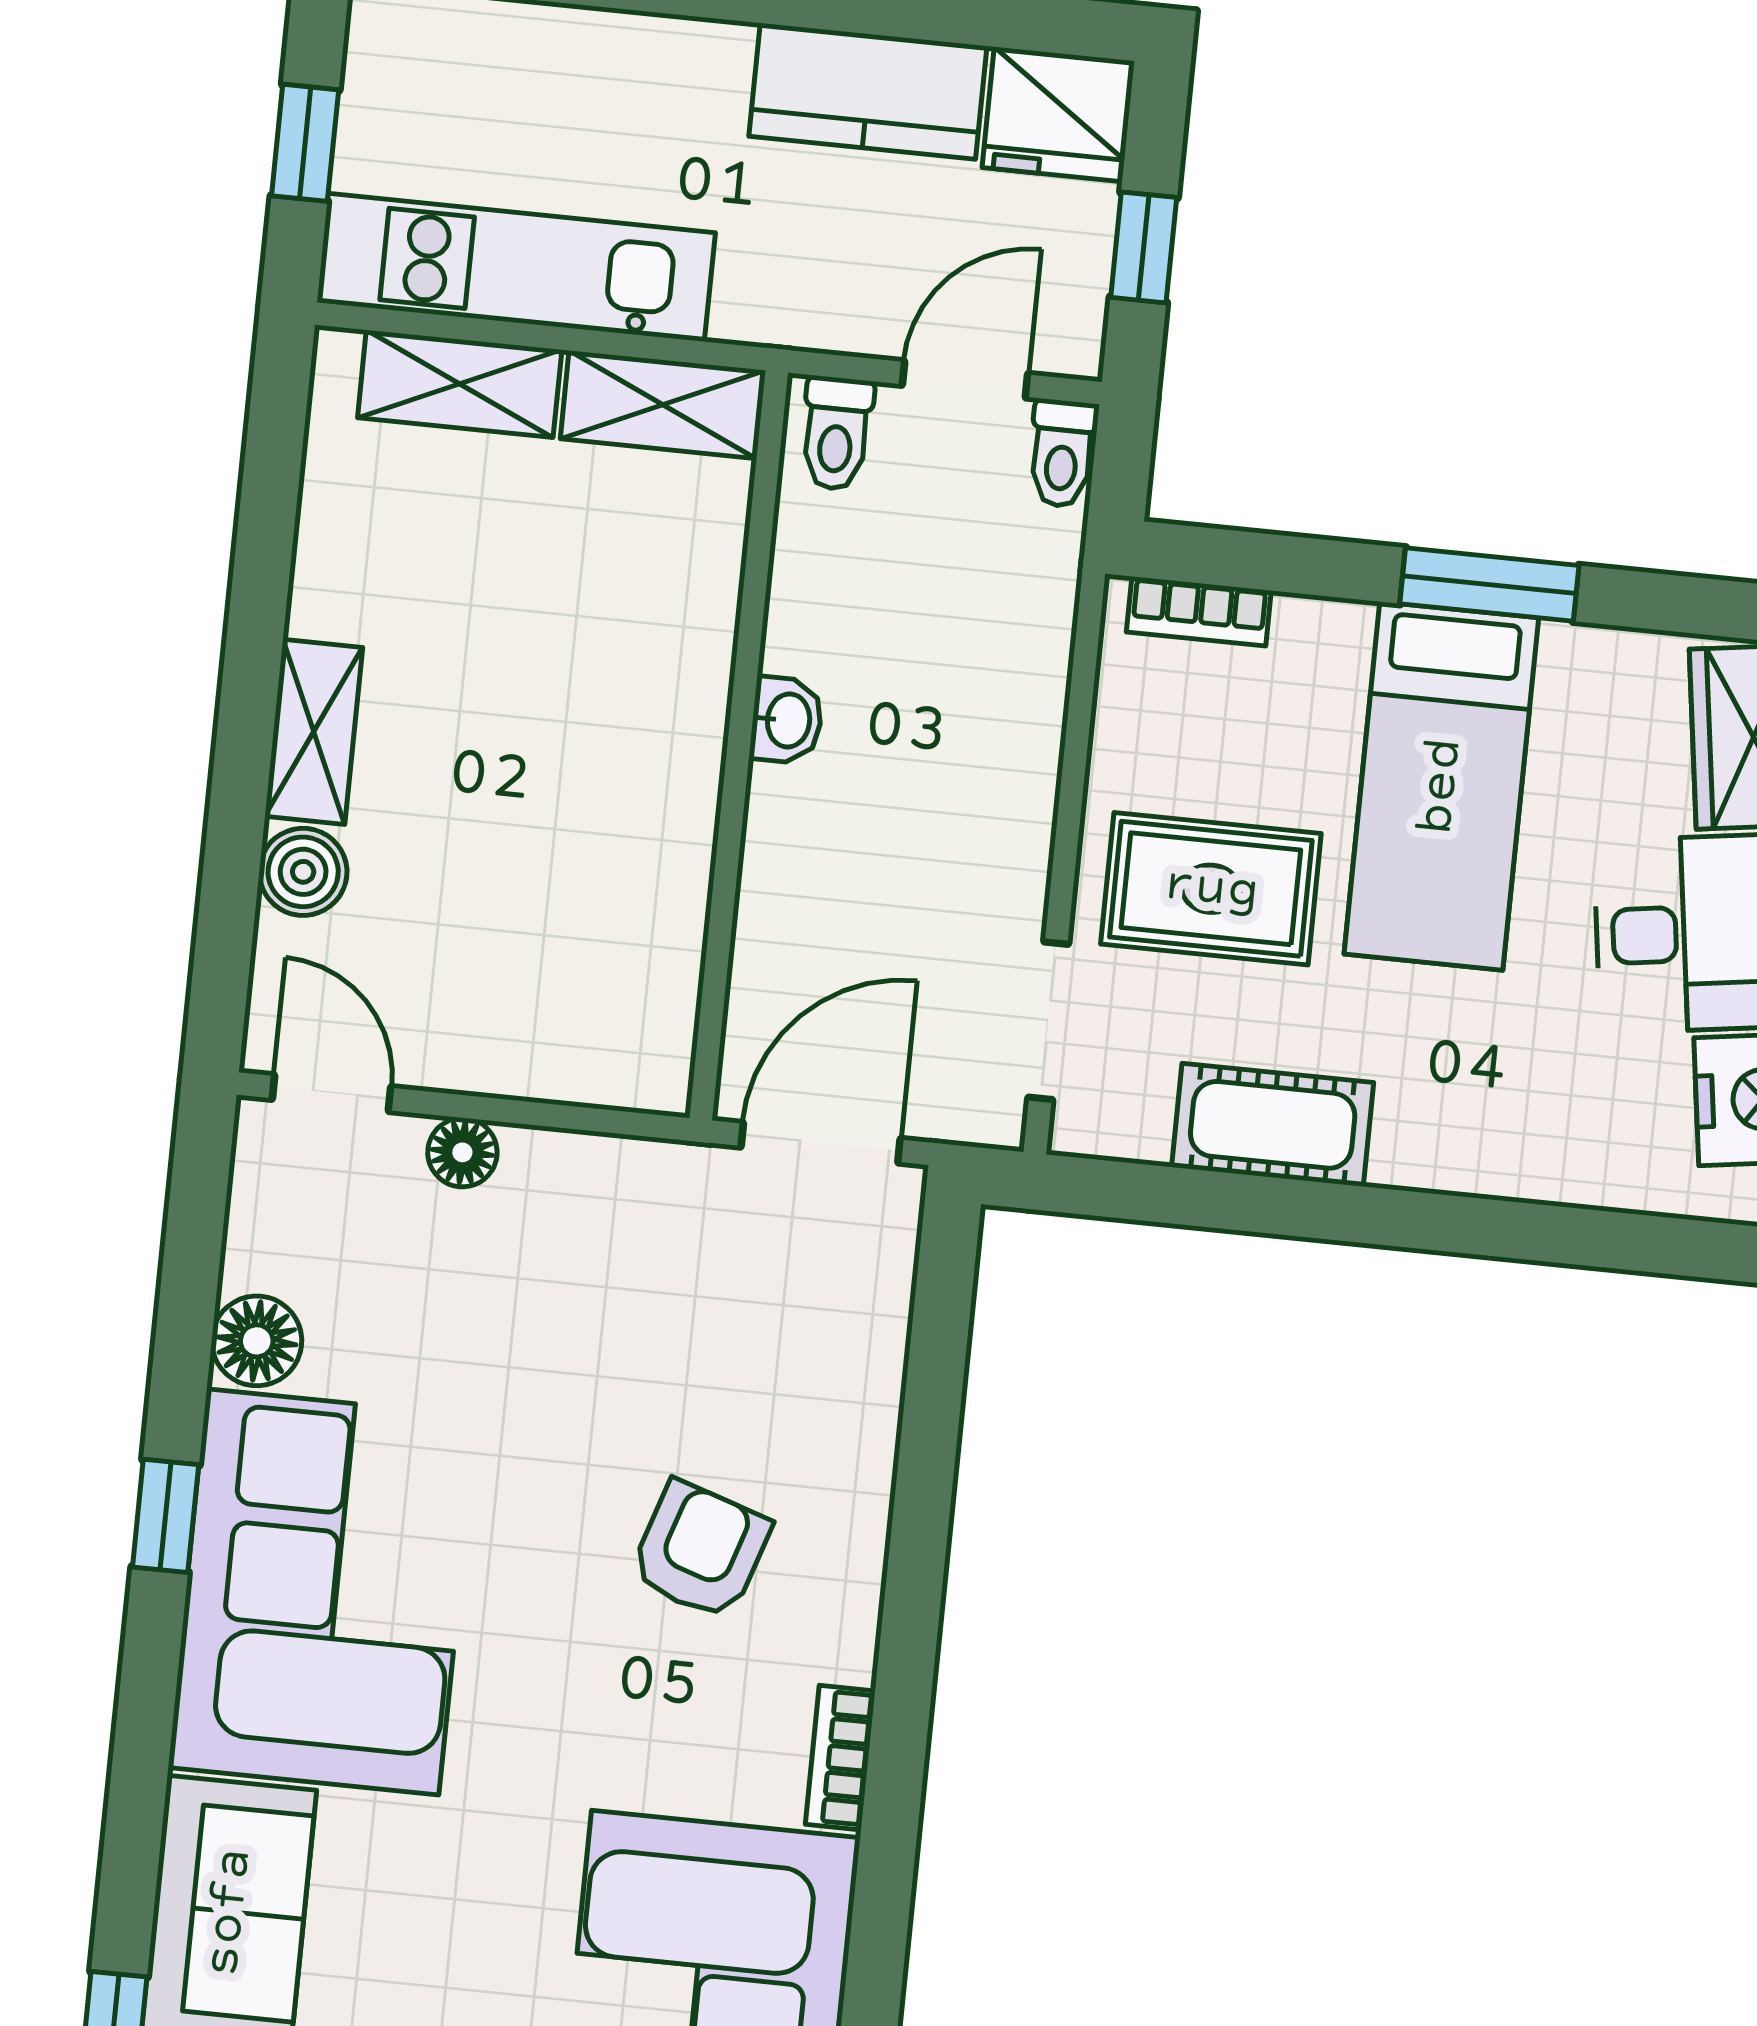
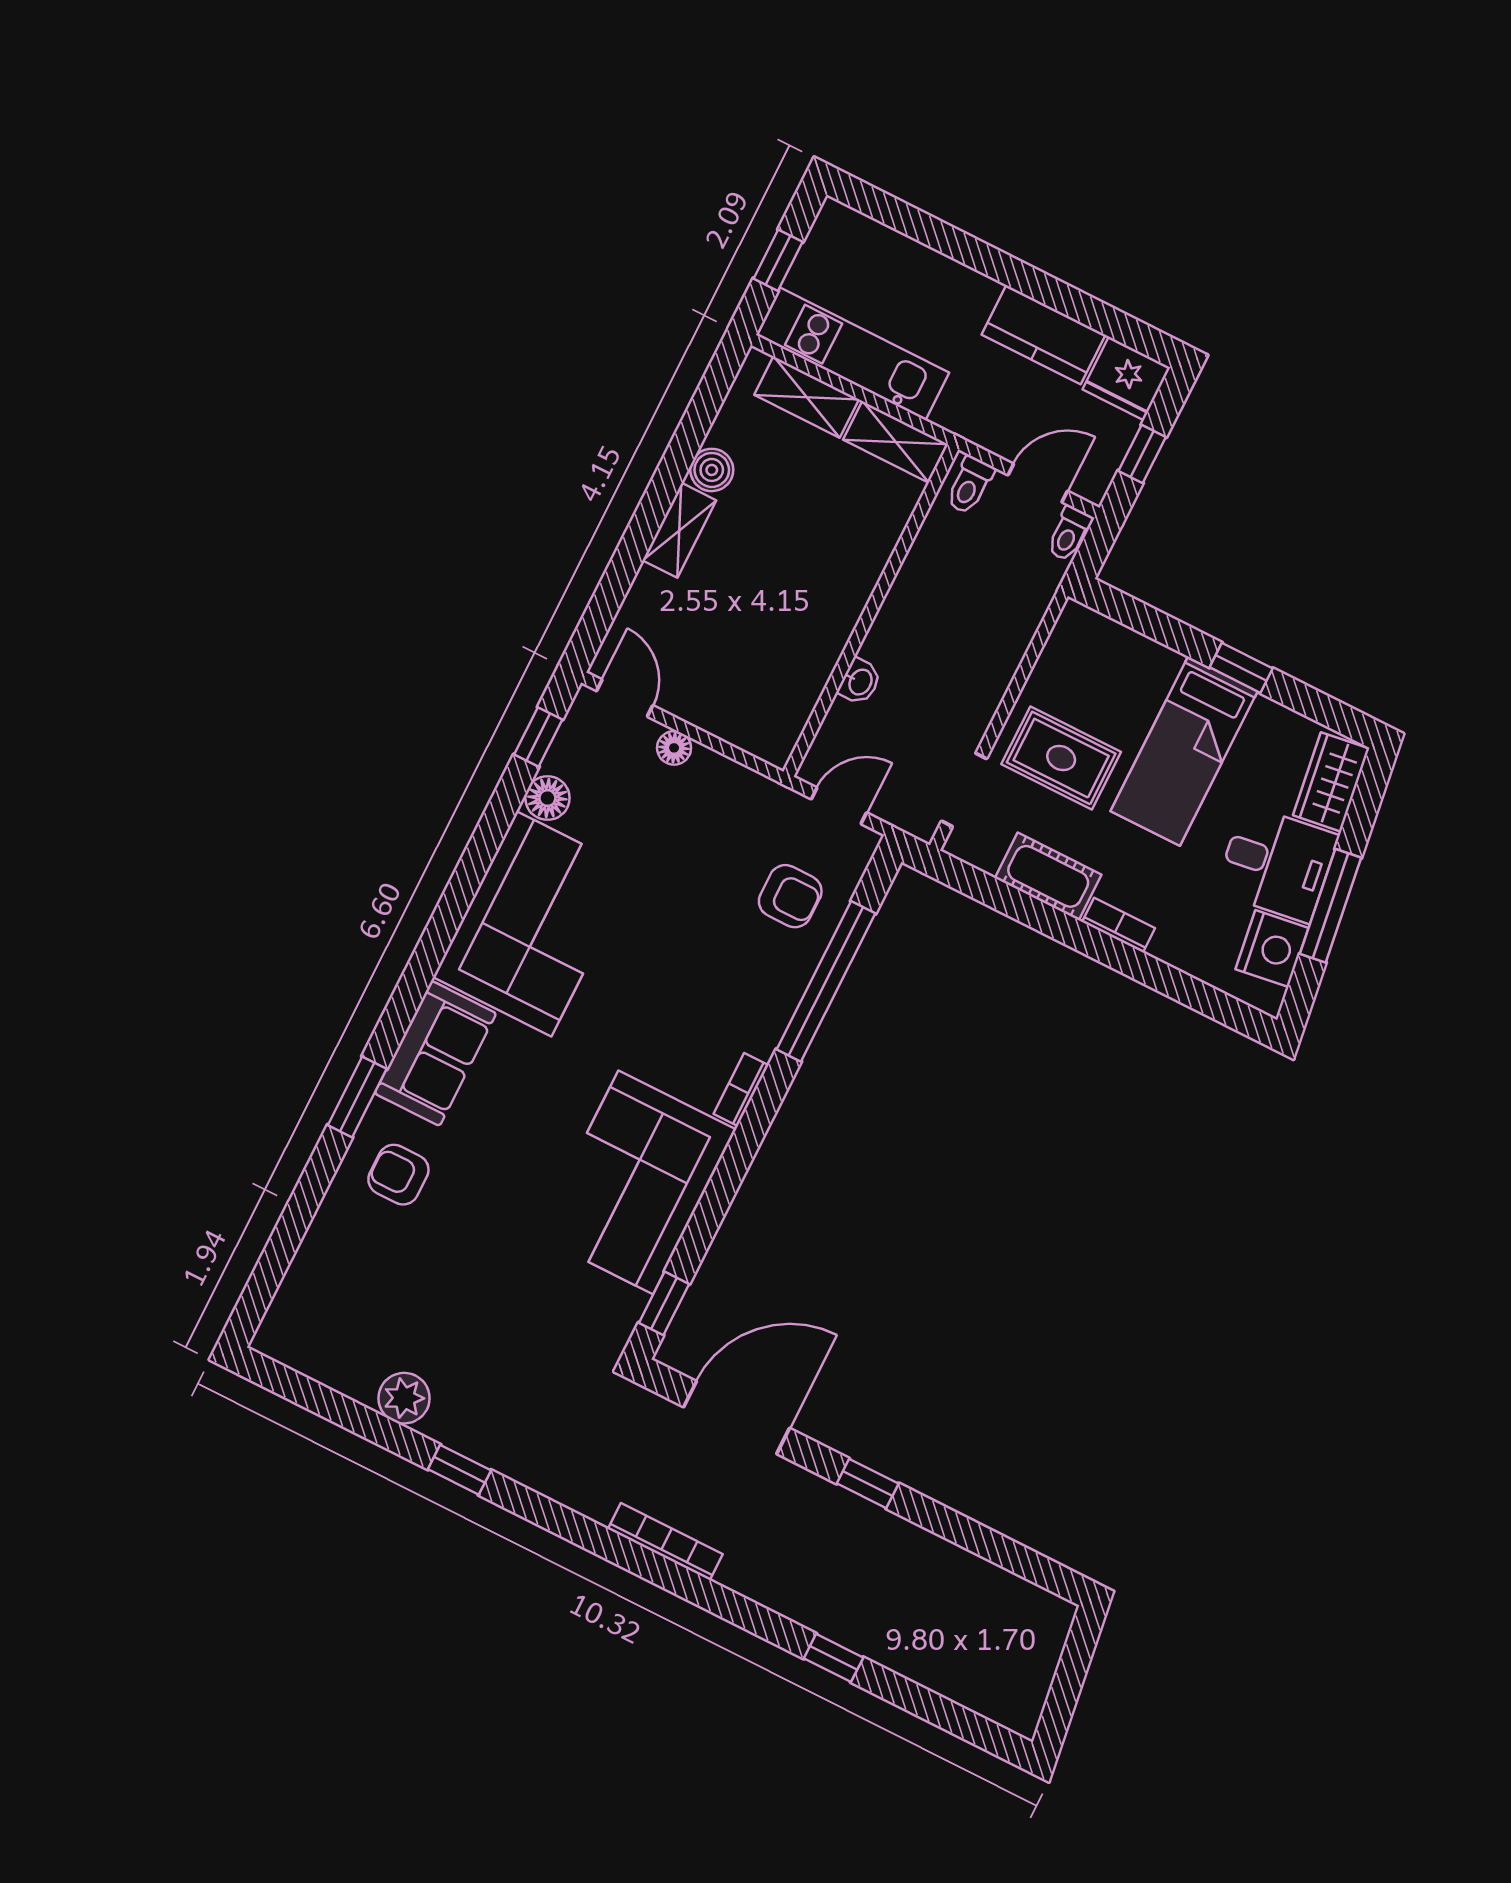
window: (1489, 585) -> (1241, 668), width x0.67
bookcase: (1199, 611) -> (1119, 925), moved, turned 180
washbasin: (787, 720) -> (860, 682), moved
boiler: (303, 872) -> (712, 470), moved
door: (821, 1143) -> (839, 806), width x0.73
window: (924, 1488) -> (826, 981), added
window: (166, 1516) -> (538, 737), moved
armchair: (700, 1550) -> (790, 896), moved, turned 72

